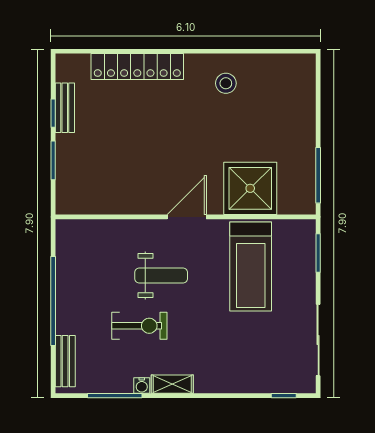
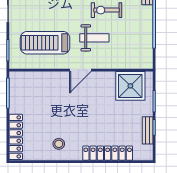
locker: (304, 96) -> (16, 137), added
shower: (250, 188) -> (130, 86), moved
treadmill: (251, 266) -> (45, 43), turned -90
weight bench: (161, 276) -> (94, 38), turned 180

